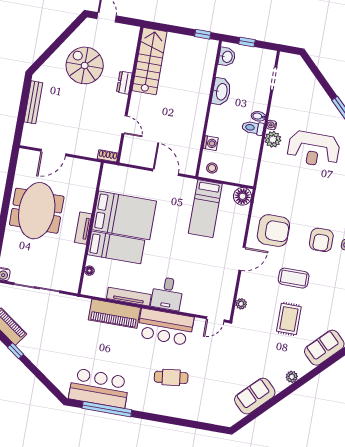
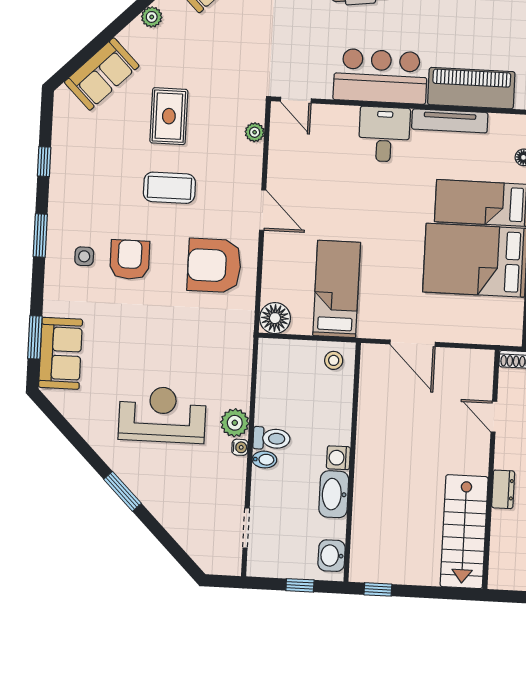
washing machine: (211, 143) -> (338, 458), moved
door: (242, 259) -> (263, 210), swing flipped
door: (215, 319) -> (296, 100), swing flipped

